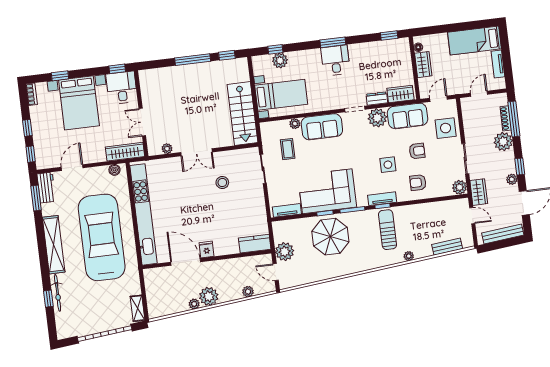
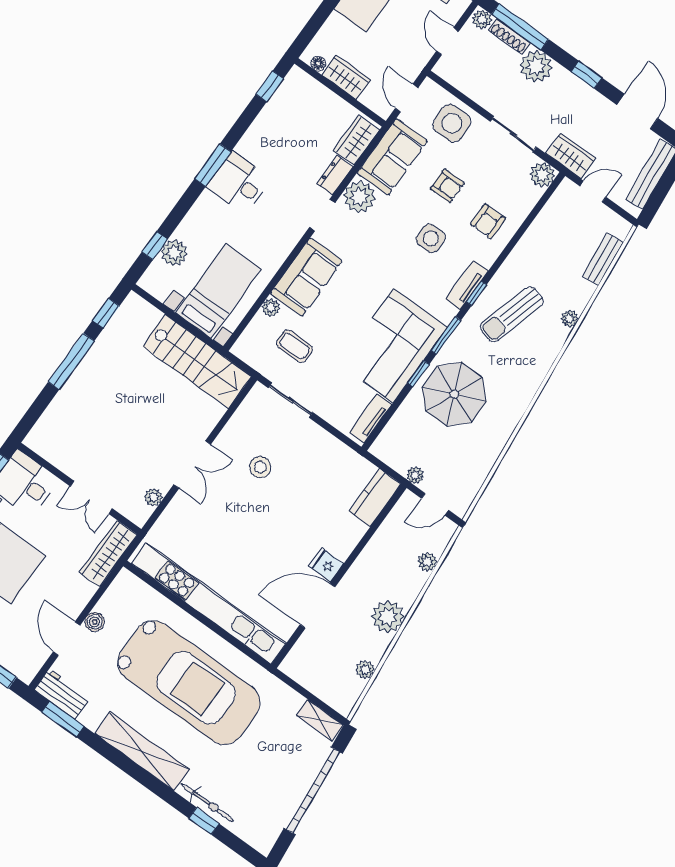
armchair: (417, 151) -> (447, 186), turned 90
boiler: (114, 170) -> (95, 622), moved
plant: (512, 179) -> (482, 19), moved
sun lounger: (388, 230) -> (512, 314), turned -74
car: (102, 237) -> (189, 683), turned 180
plant: (285, 252) -> (415, 475), width x0.53, depth x0.53
plant: (194, 304) -> (365, 670), moved

